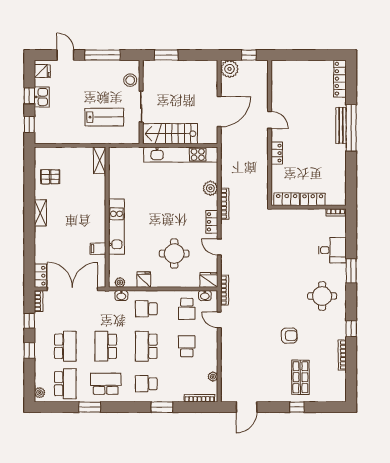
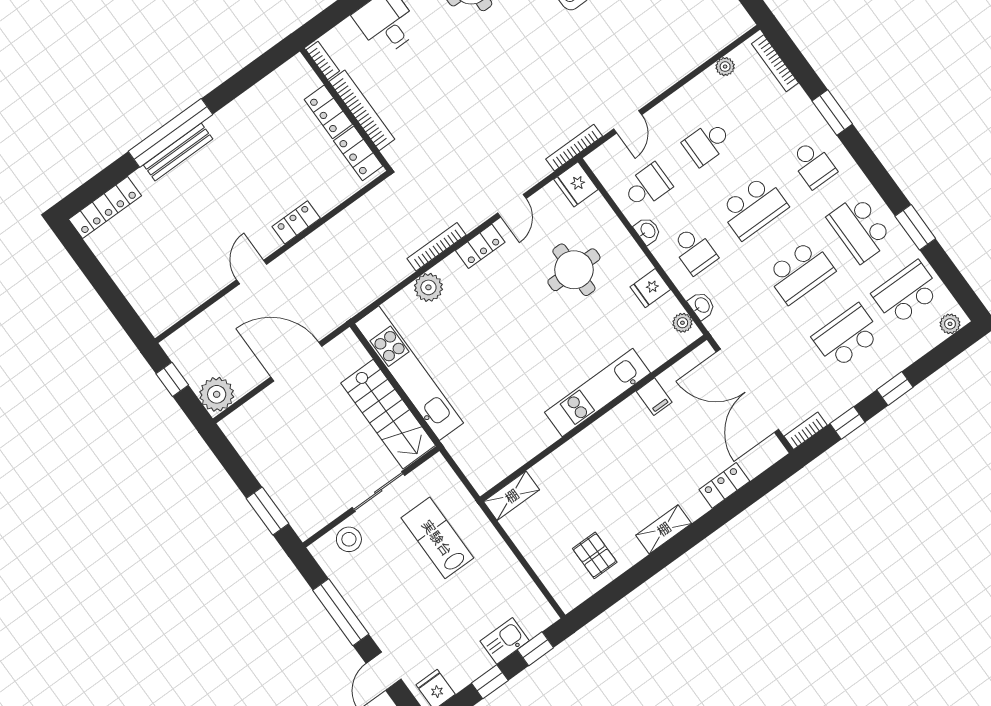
kitchen sink: (42, 97) -> (505, 641), moved
bookcase: (303, 214) -> (362, 110), added
locker: (40, 276) -> (724, 485), moved
washbasin: (205, 296) -> (648, 231), moved

